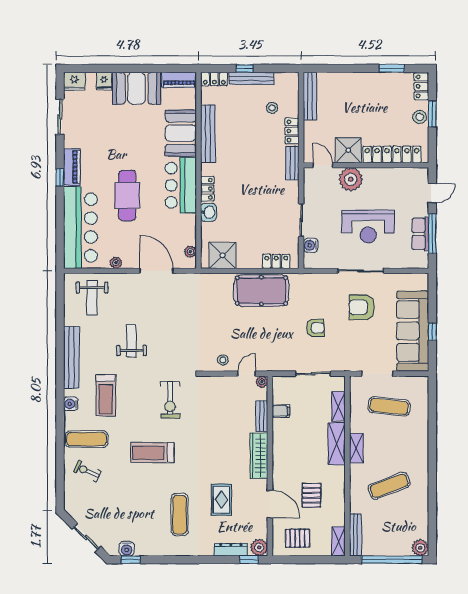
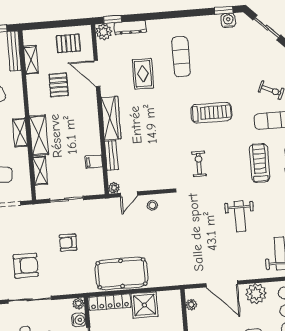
shower: (223, 255) -> (144, 305), moved
locker: (276, 261) -> (110, 302), width x1.53
plant: (116, 263) -> (256, 294), width x1.87, depth x1.87
plant: (310, 263) -> (78, 304), added
exercise bike: (170, 400) -> (199, 164), width x0.73, depth x0.72
shelving: (339, 541) -> (31, 60), moved

